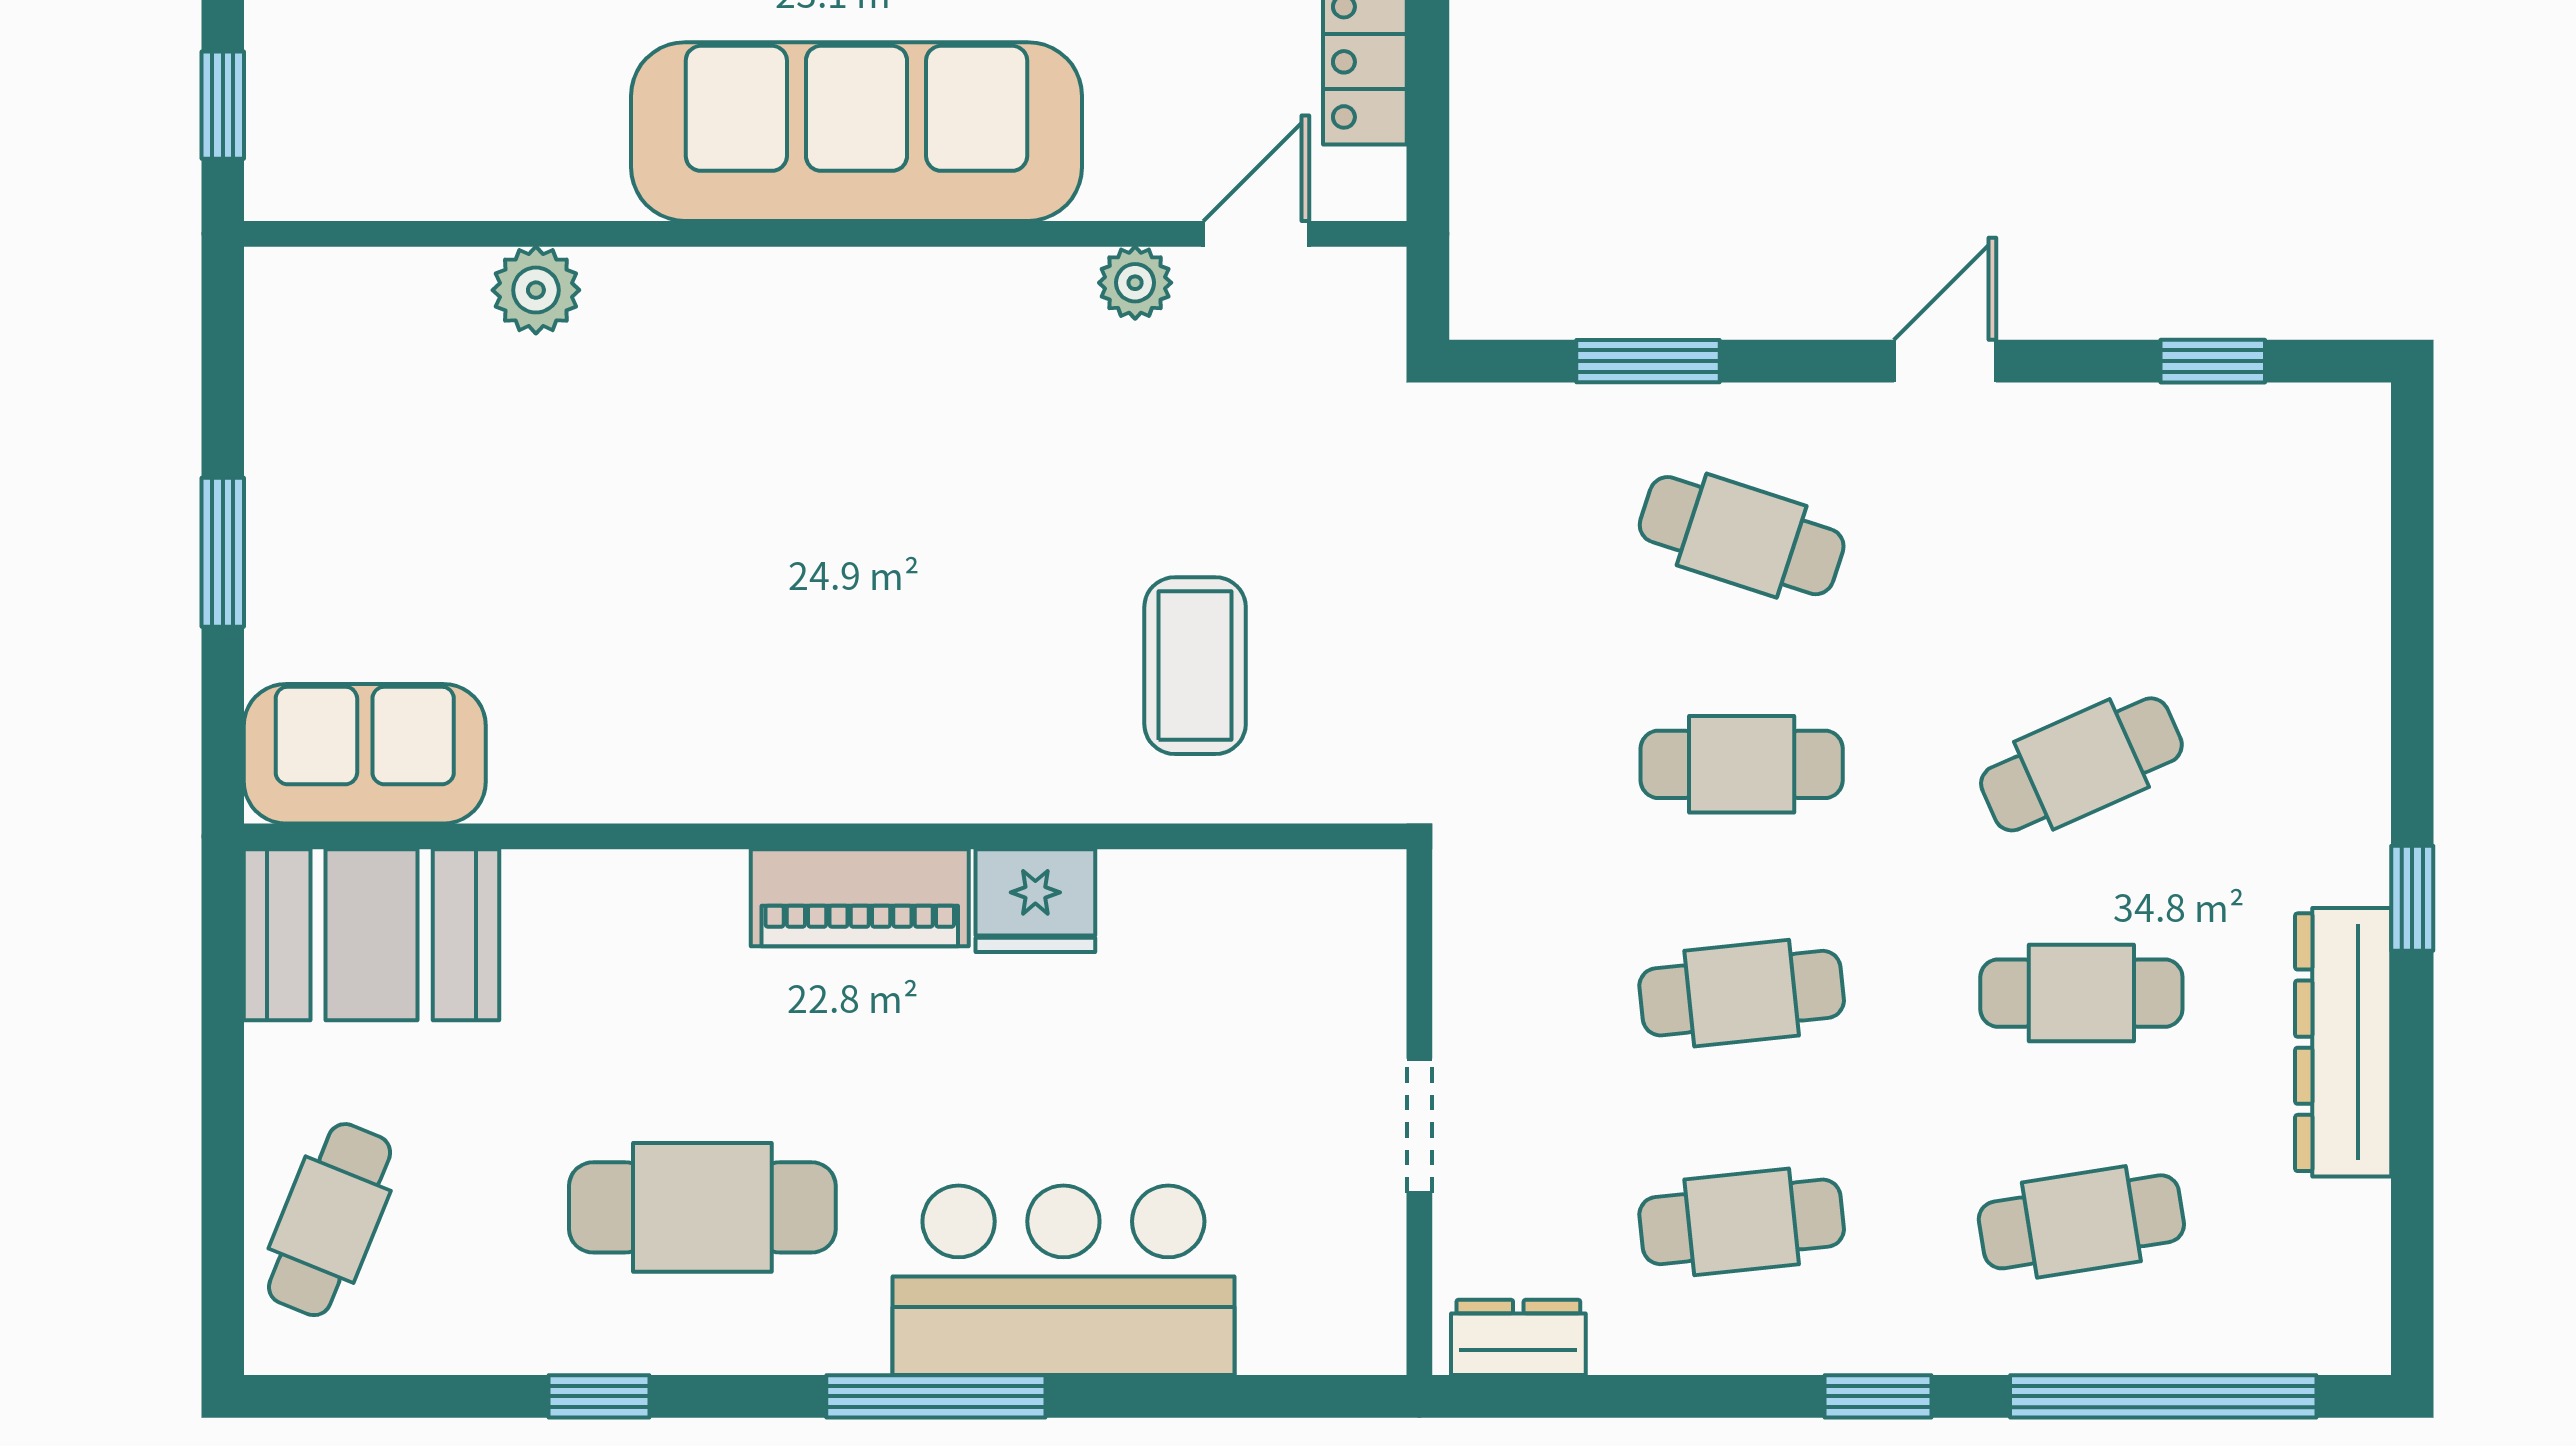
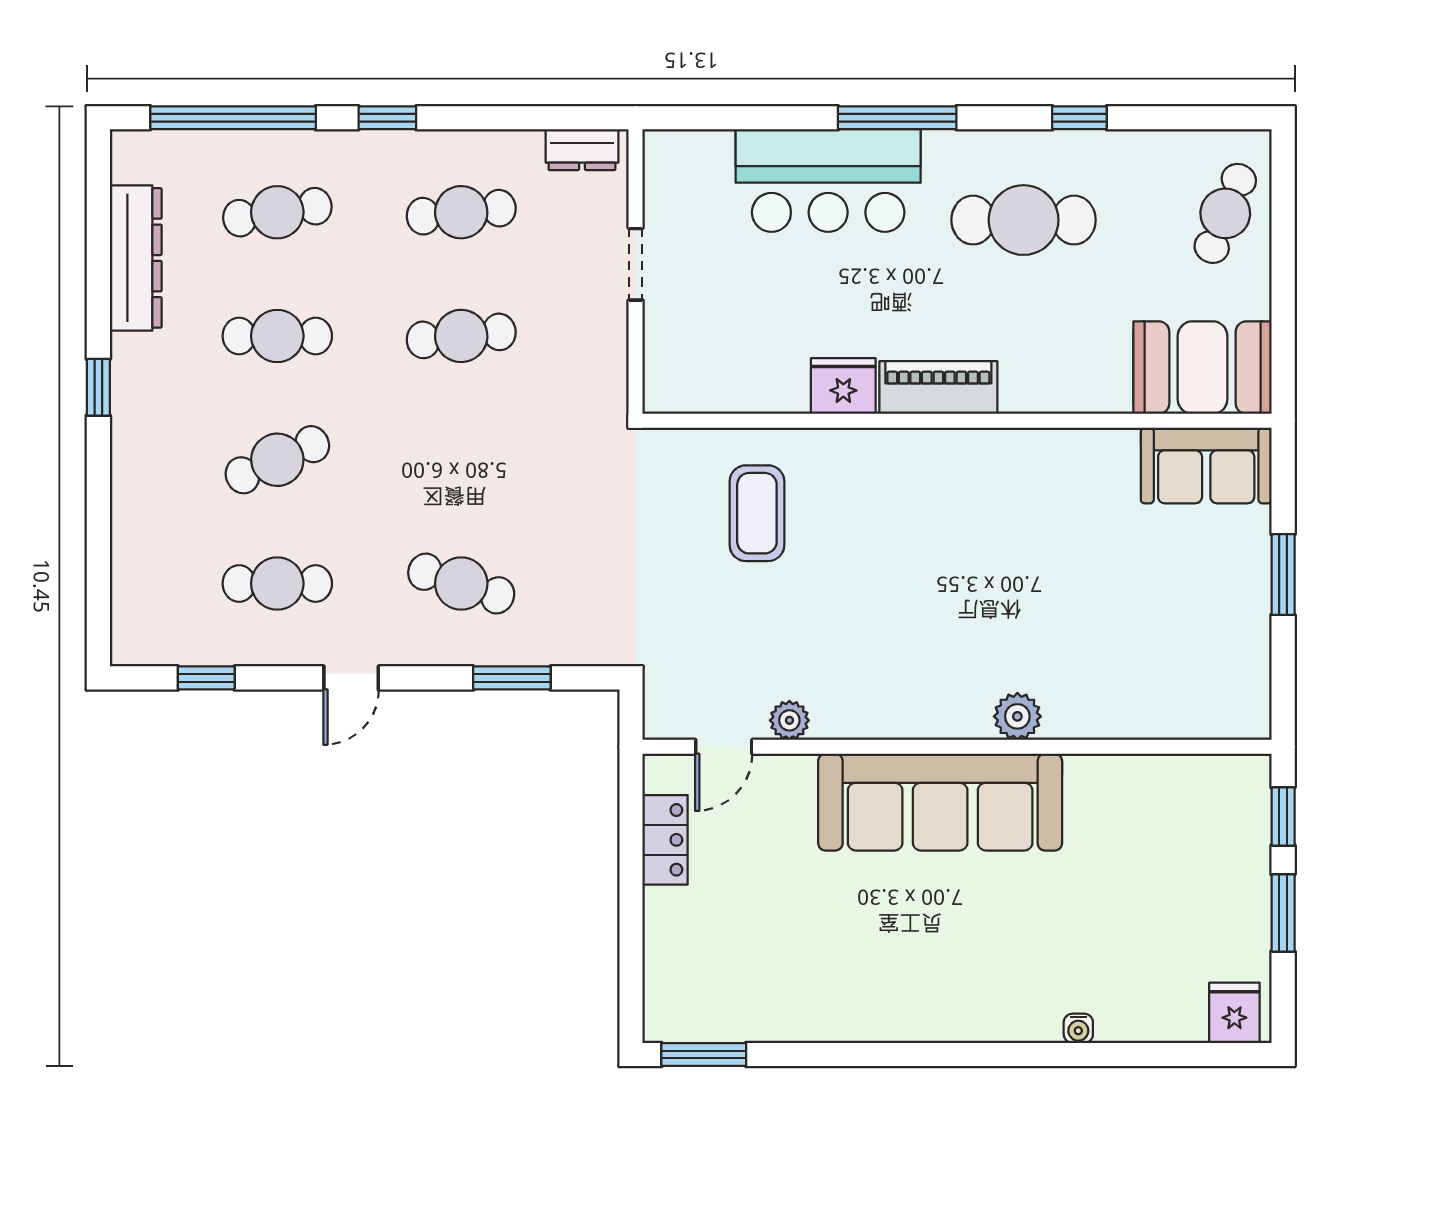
plant: (536, 290) -> (1017, 716), moved
cafe table: (1742, 764) -> (277, 584), moved
dresser: (2343, 1042) -> (136, 258), moved

